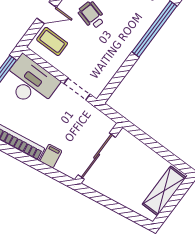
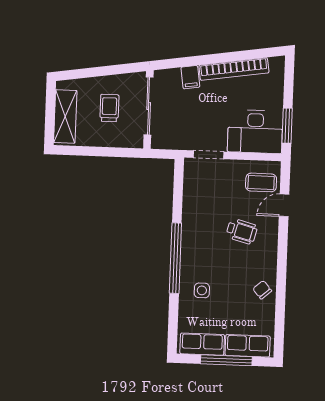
trolley: (127, 175) -> (109, 108), added

